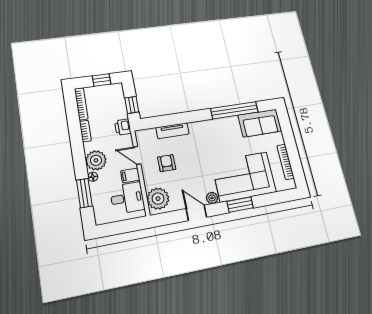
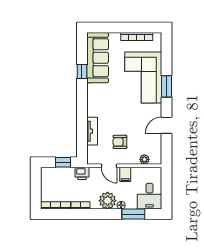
window: (102, 80) -> (36, 185), removed
window: (234, 110) -> (82, 72), width x0.32
sofa: (260, 123) -> (98, 58), width x1.36
door: (137, 155) -> (109, 166), hinge flipped
desk: (127, 198) -> (150, 196), moved, turned 180
plant: (212, 198) -> (156, 109), removed
plant: (158, 199) -> (144, 159), width x0.53, depth x0.53

